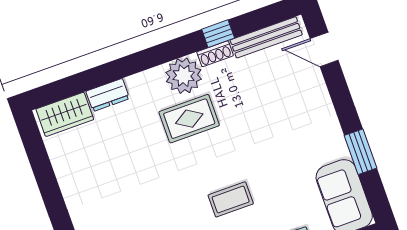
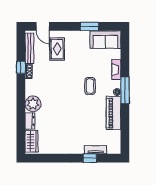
door: (324, 49) -> (43, 26), hinge flipped
plant: (184, 76) -> (33, 104), moved
rug: (189, 119) -> (57, 49), moved

